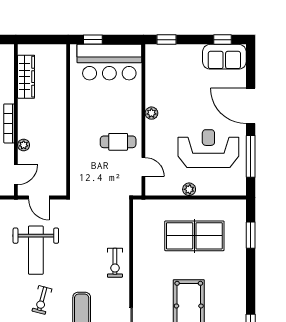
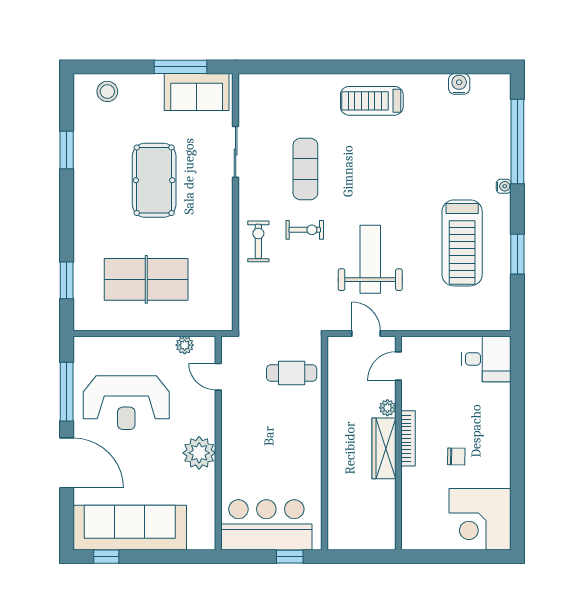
window: (166, 40) -> (186, 557), removed
sofa: (224, 57) -> (130, 528), width x1.85, depth x1.27
wardrobe: (26, 77) -> (384, 448), moved
plant: (151, 113) -> (199, 453), width x1.87, depth x1.87
cafe table: (118, 142) -> (292, 373), moved
plant: (189, 189) -> (185, 345), moved
exercise bike: (42, 300) -> (305, 230), moved, turned 75

